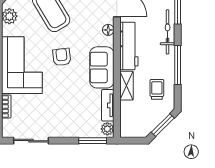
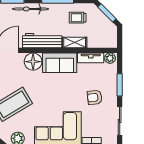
floor lamp: (108, 30) -> (33, 62), width x1.89, depth x1.89
armchair: (62, 57) -> (95, 97), moved
window: (93, 141) -> (120, 85), moved

